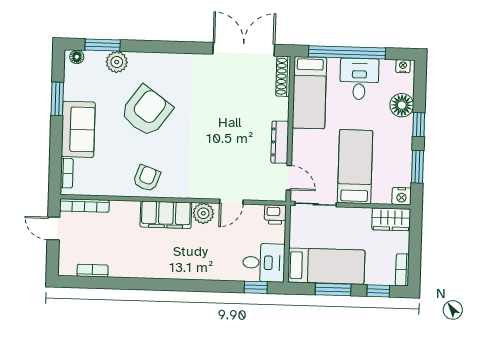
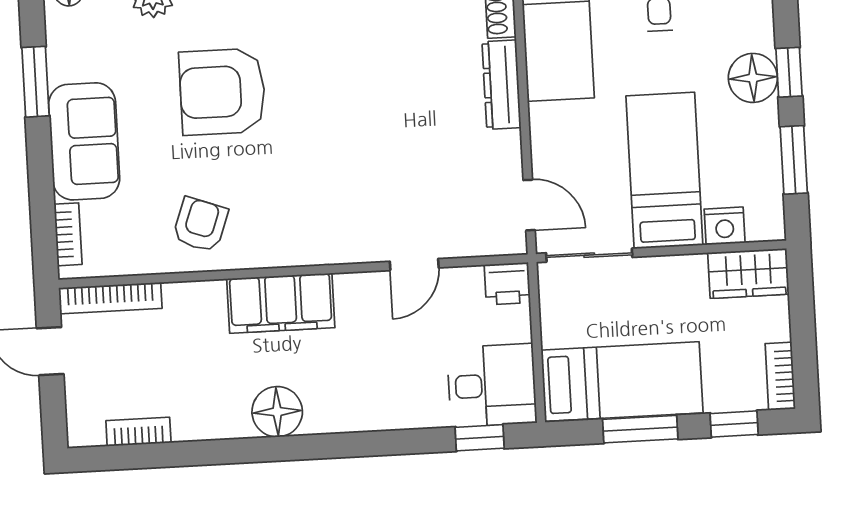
floor lamp: (402, 105) -> (753, 78), moved
armchair: (146, 111) -> (222, 92), turned -126
dresser: (280, 142) -> (502, 85), moved
armchair: (147, 178) -> (200, 225), moved
nightstand: (402, 196) -> (725, 226), moved
plant: (203, 213) -> (358, 293), removed
floor lamp: (160, 267) -> (277, 412), added

